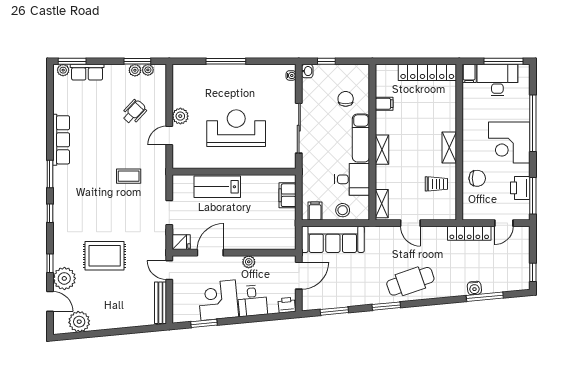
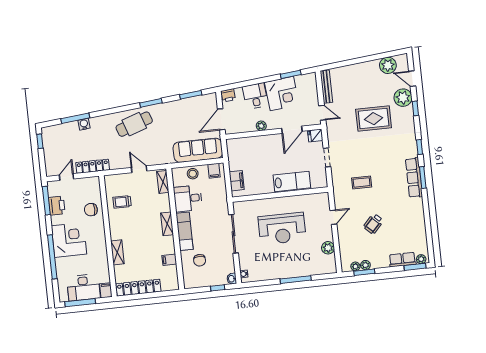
wheelchair: (134, 112) -> (373, 224), moved
plant: (180, 116) -> (328, 248), moved
row of seats: (61, 140) -> (414, 178), moved
shelving: (449, 147) -> (117, 252), moved

